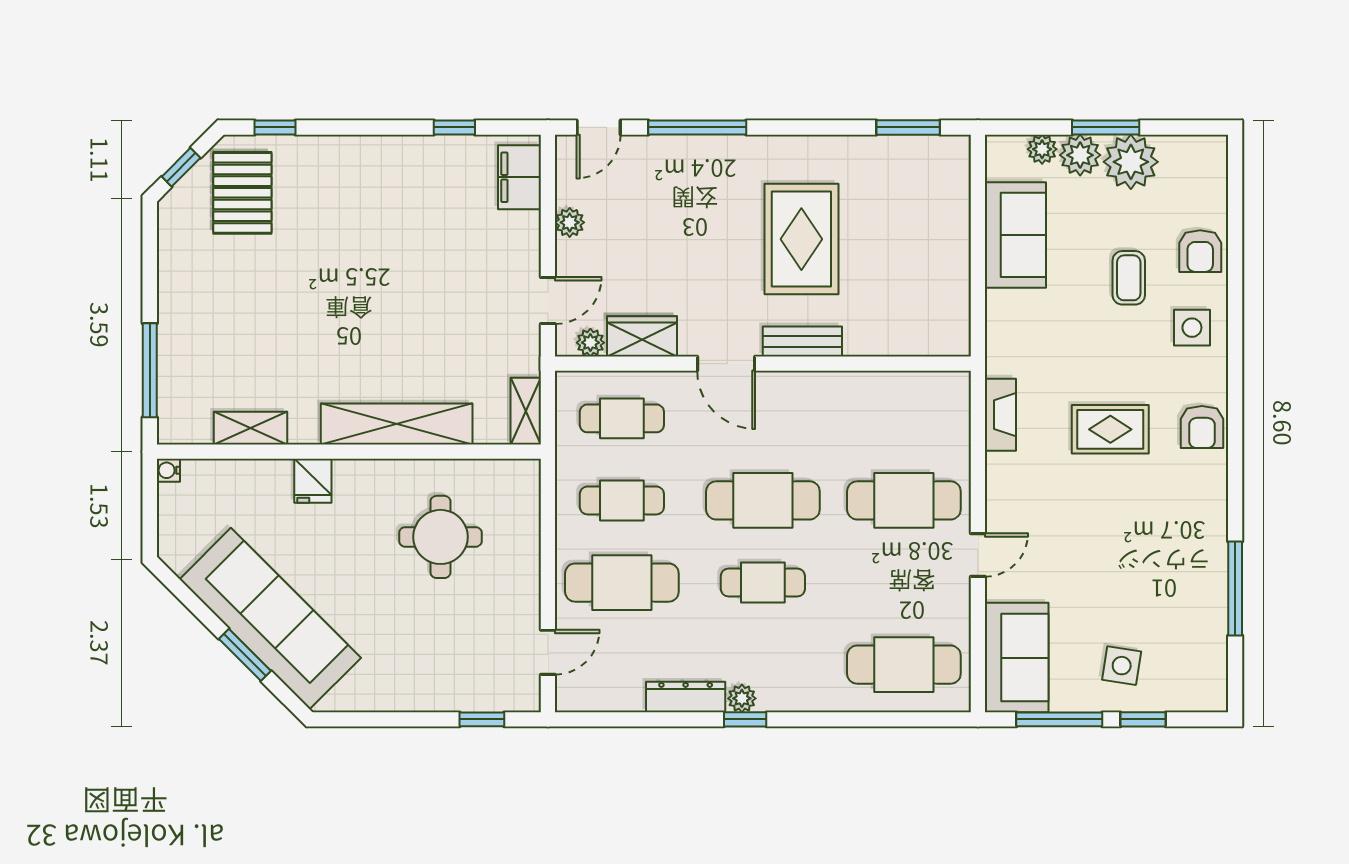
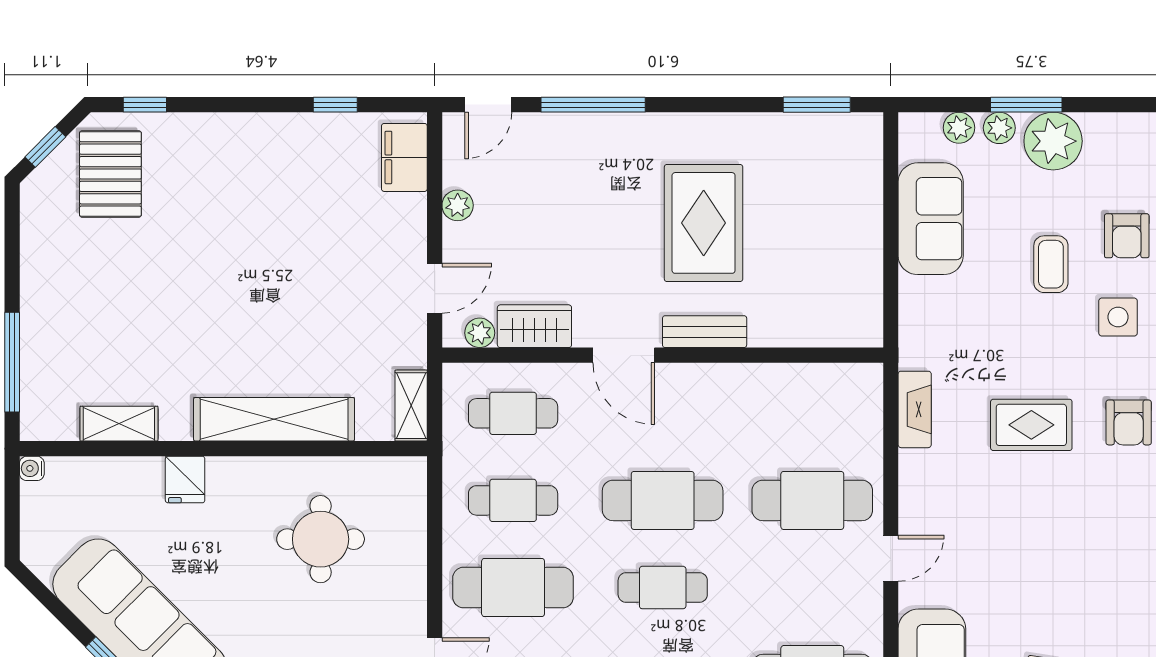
plant: (1080, 155) -> (999, 128), width x0.73, depth x0.73

